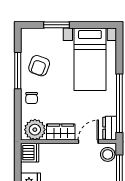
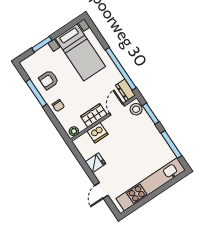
armchair: (39, 66) -> (49, 80), turned 70
plant: (35, 130) -> (74, 131), width x0.53, depth x0.53
dishwasher: (30, 153) -> (97, 133), moved, turned 90

